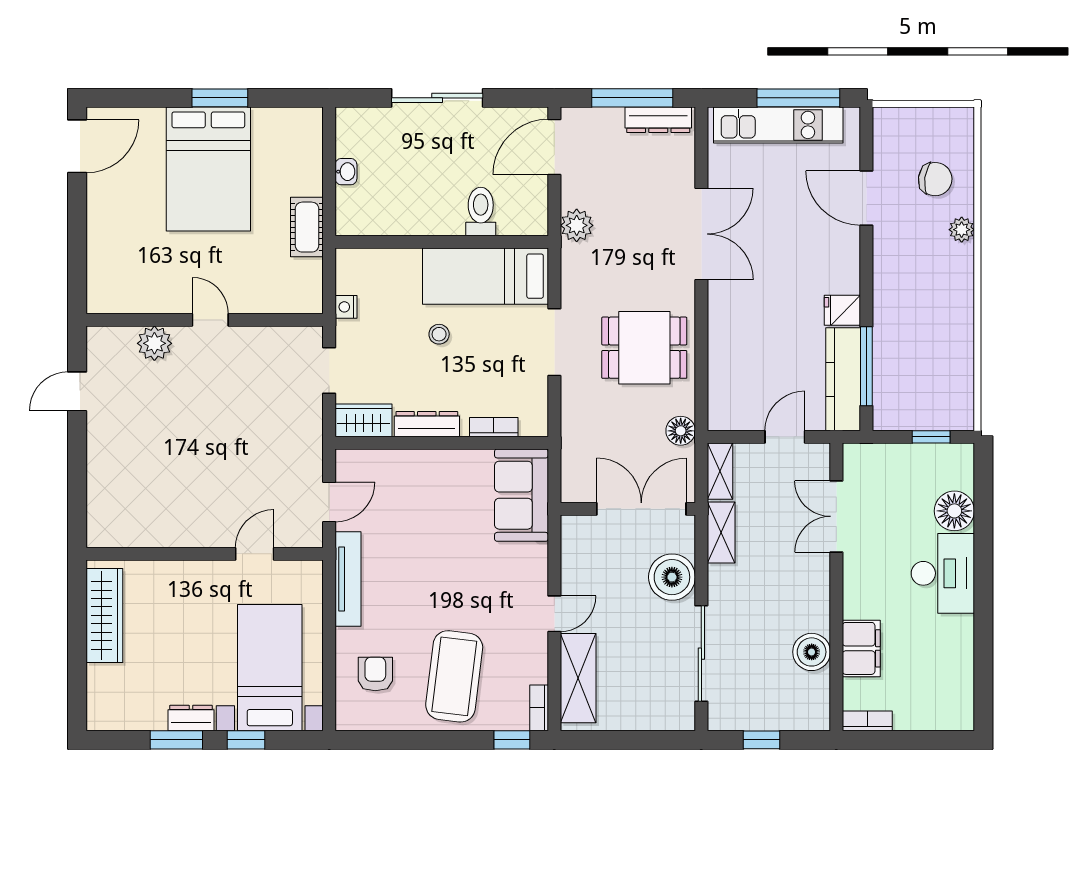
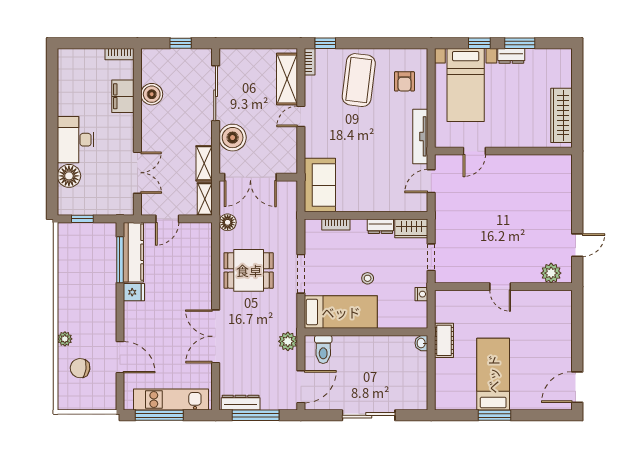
bed: (208, 169) -> (493, 374), width x0.67
washbasin: (346, 172) -> (421, 343), moved
toilet: (481, 211) -> (323, 349), moved
plant: (154, 343) -> (551, 273), moved
dresser: (427, 424) -> (380, 226), width x0.70

